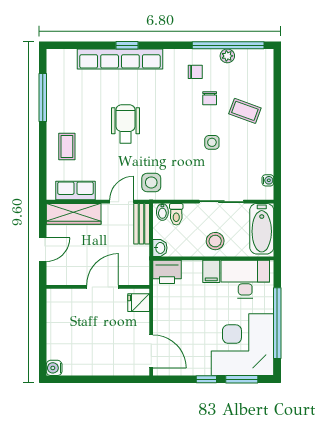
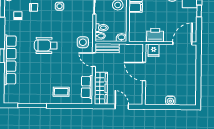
wheelchair: (125, 124) -> (46, 45), moved
printer: (167, 272) -> (155, 35), moved, turned -90
water cooler: (54, 368) -> (170, 100), moved

